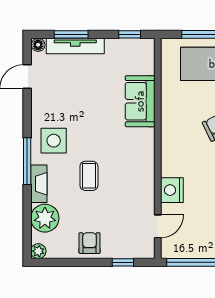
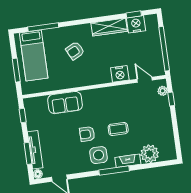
armchair: (90, 243) -> (87, 134), moved
plant: (38, 251) -> (163, 91), moved

